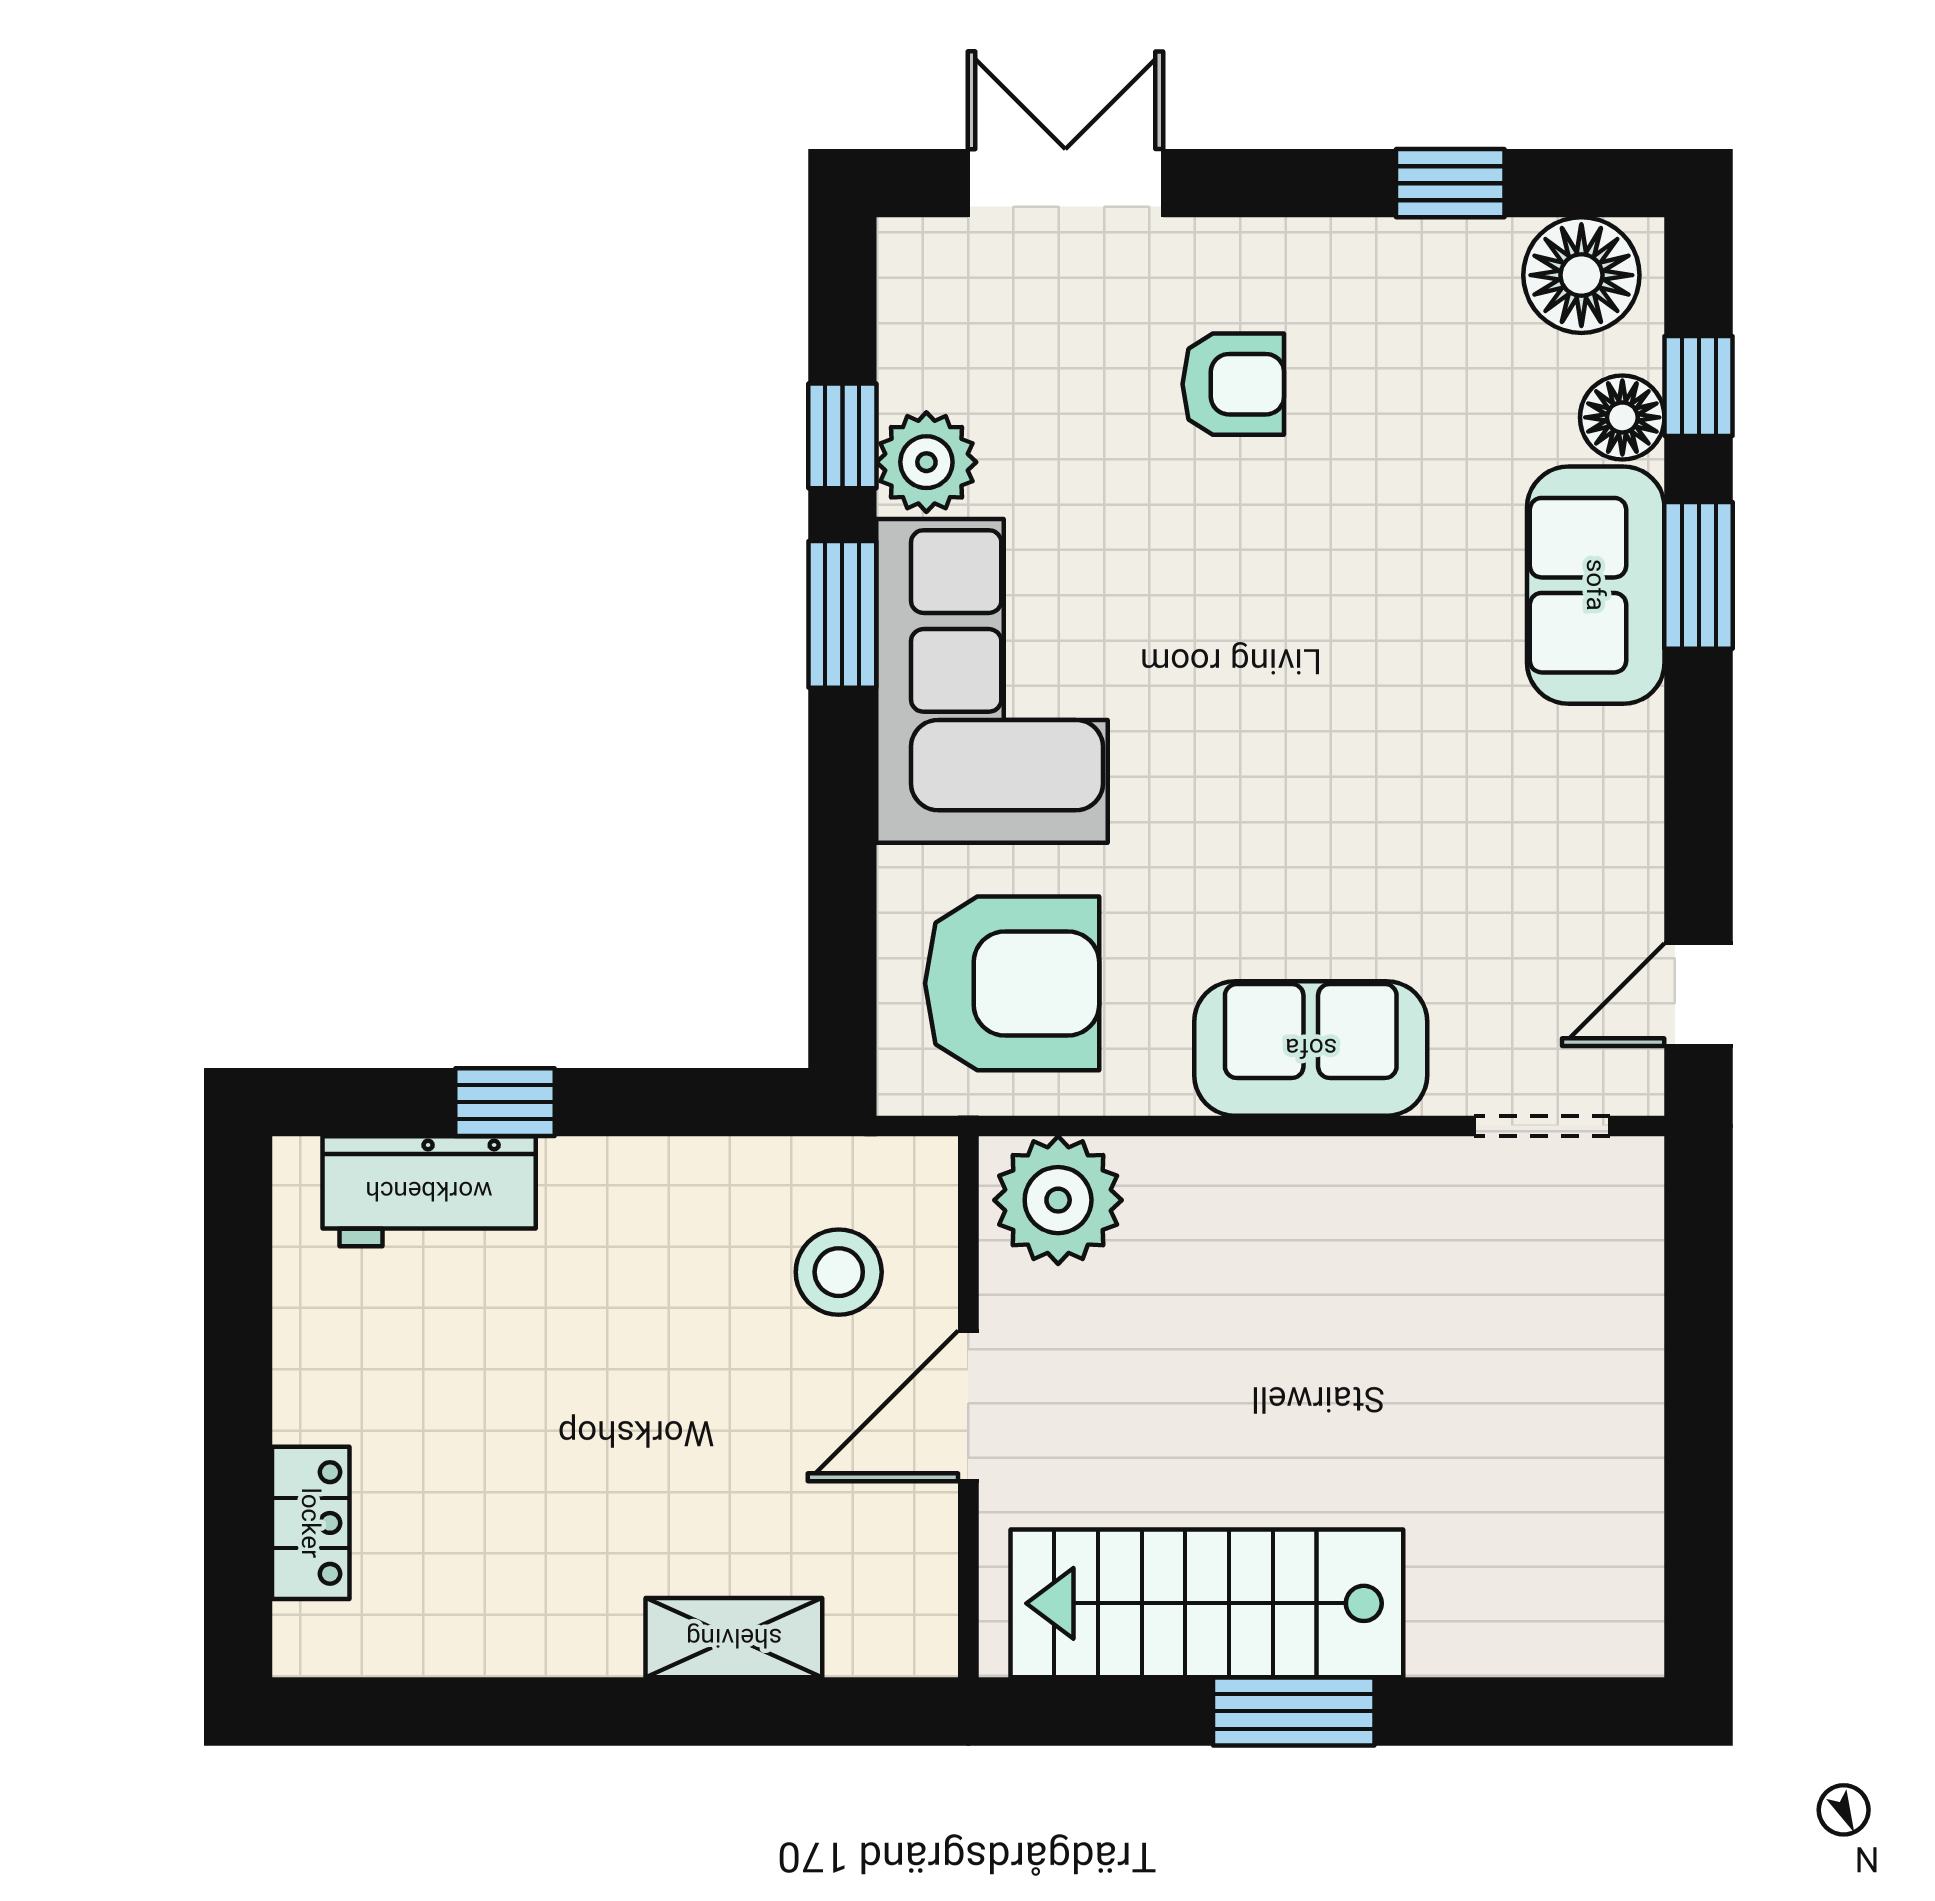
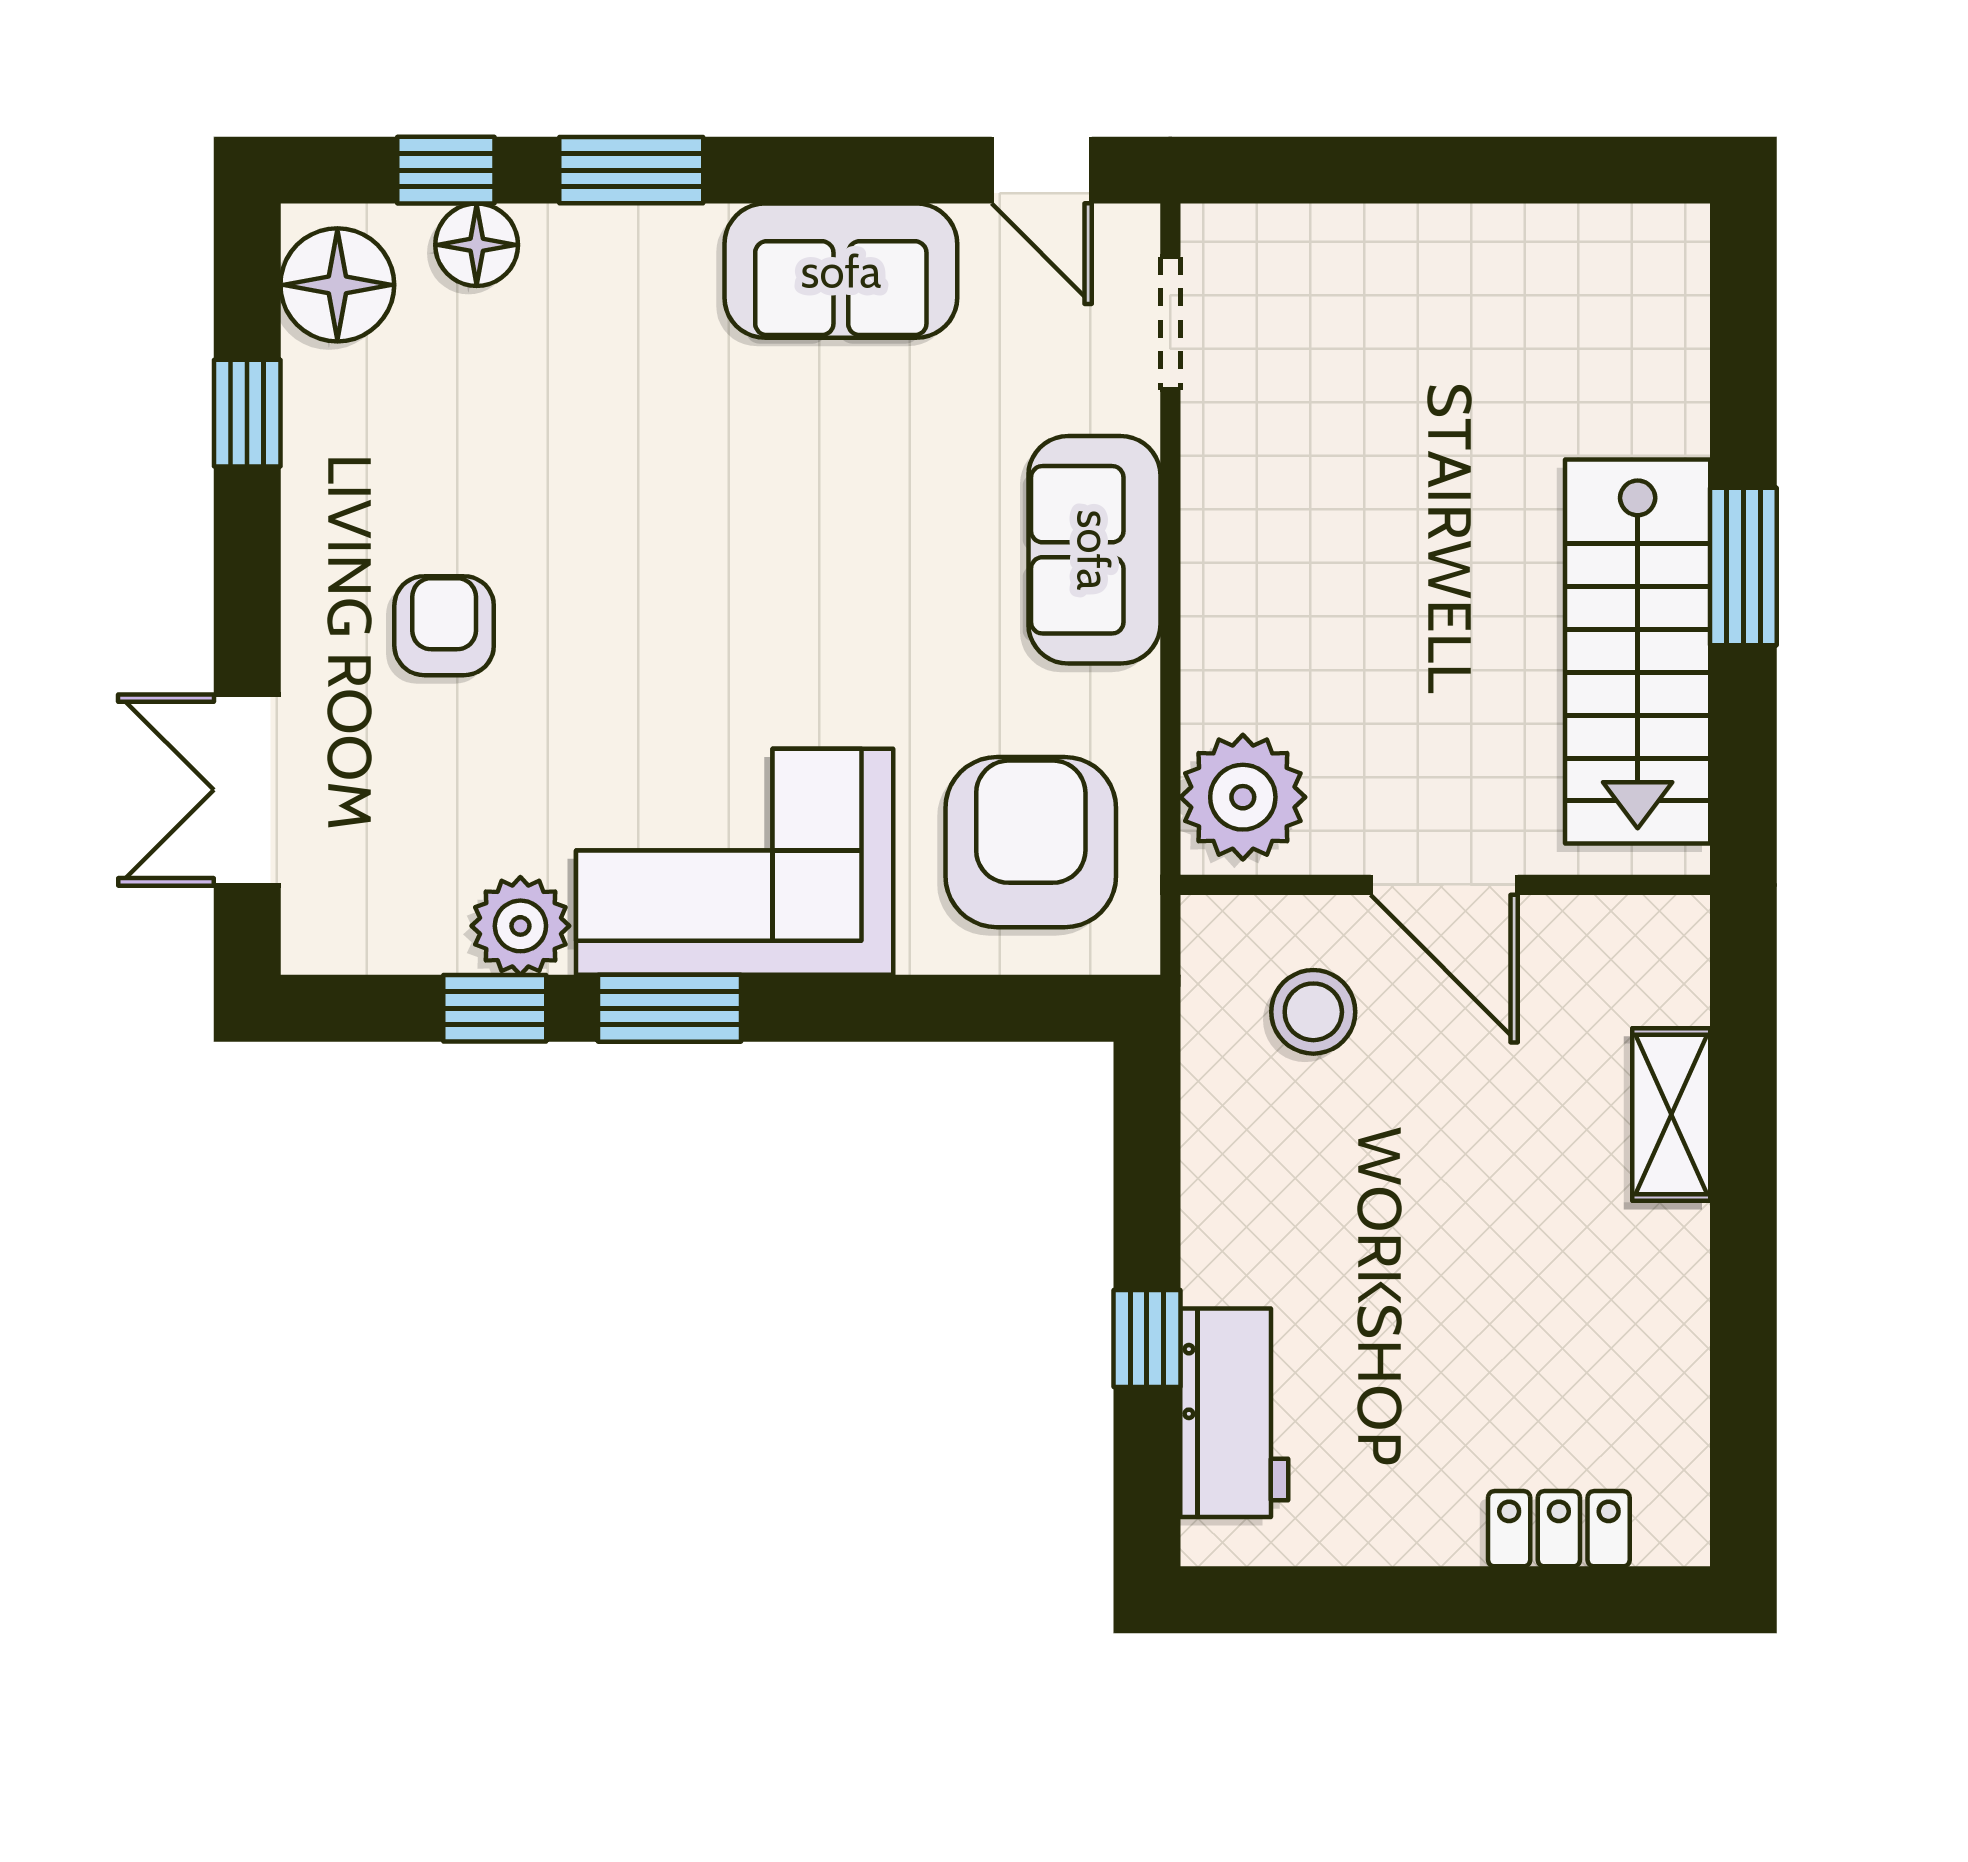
sofa: (1596, 585) -> (841, 271), moved

